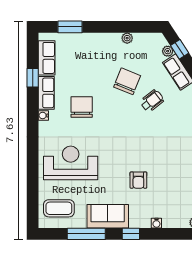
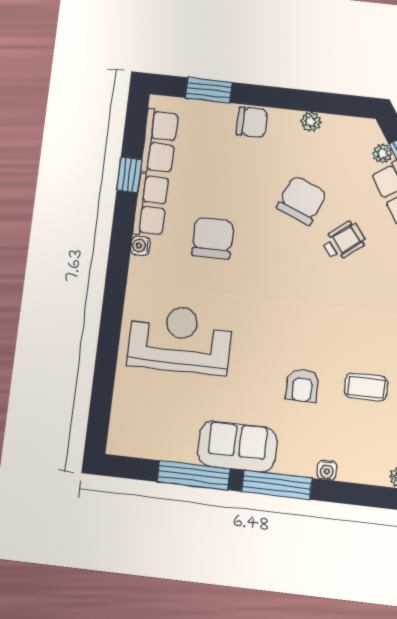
chair: (95, 42) -> (252, 122), added
coffee table: (59, 208) -> (366, 387), moved, width x0.73, depth x0.77
window: (131, 234) -> (277, 485), width x2.17

